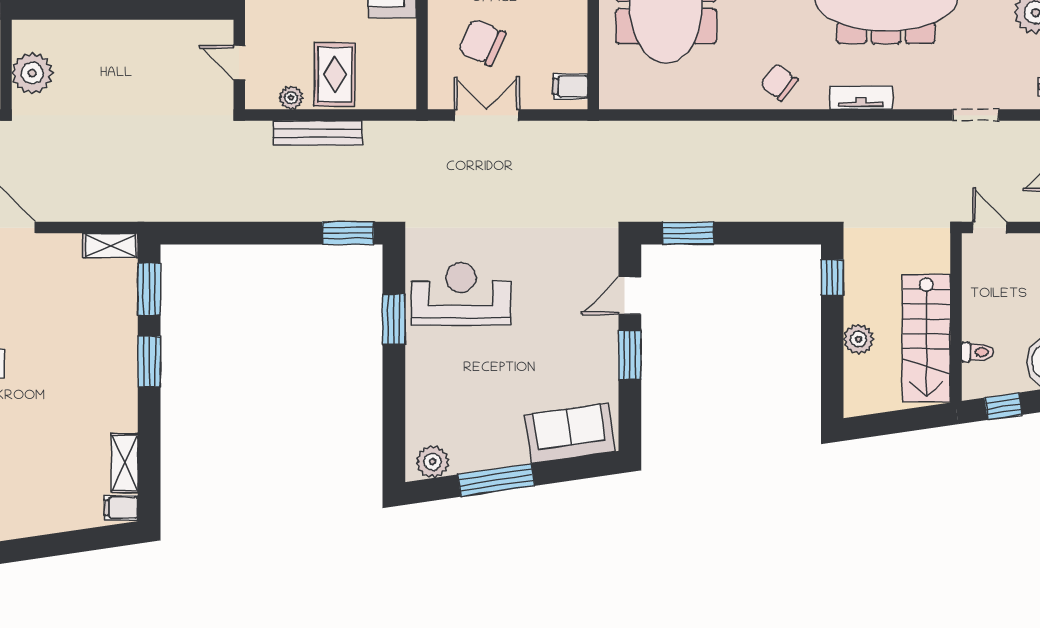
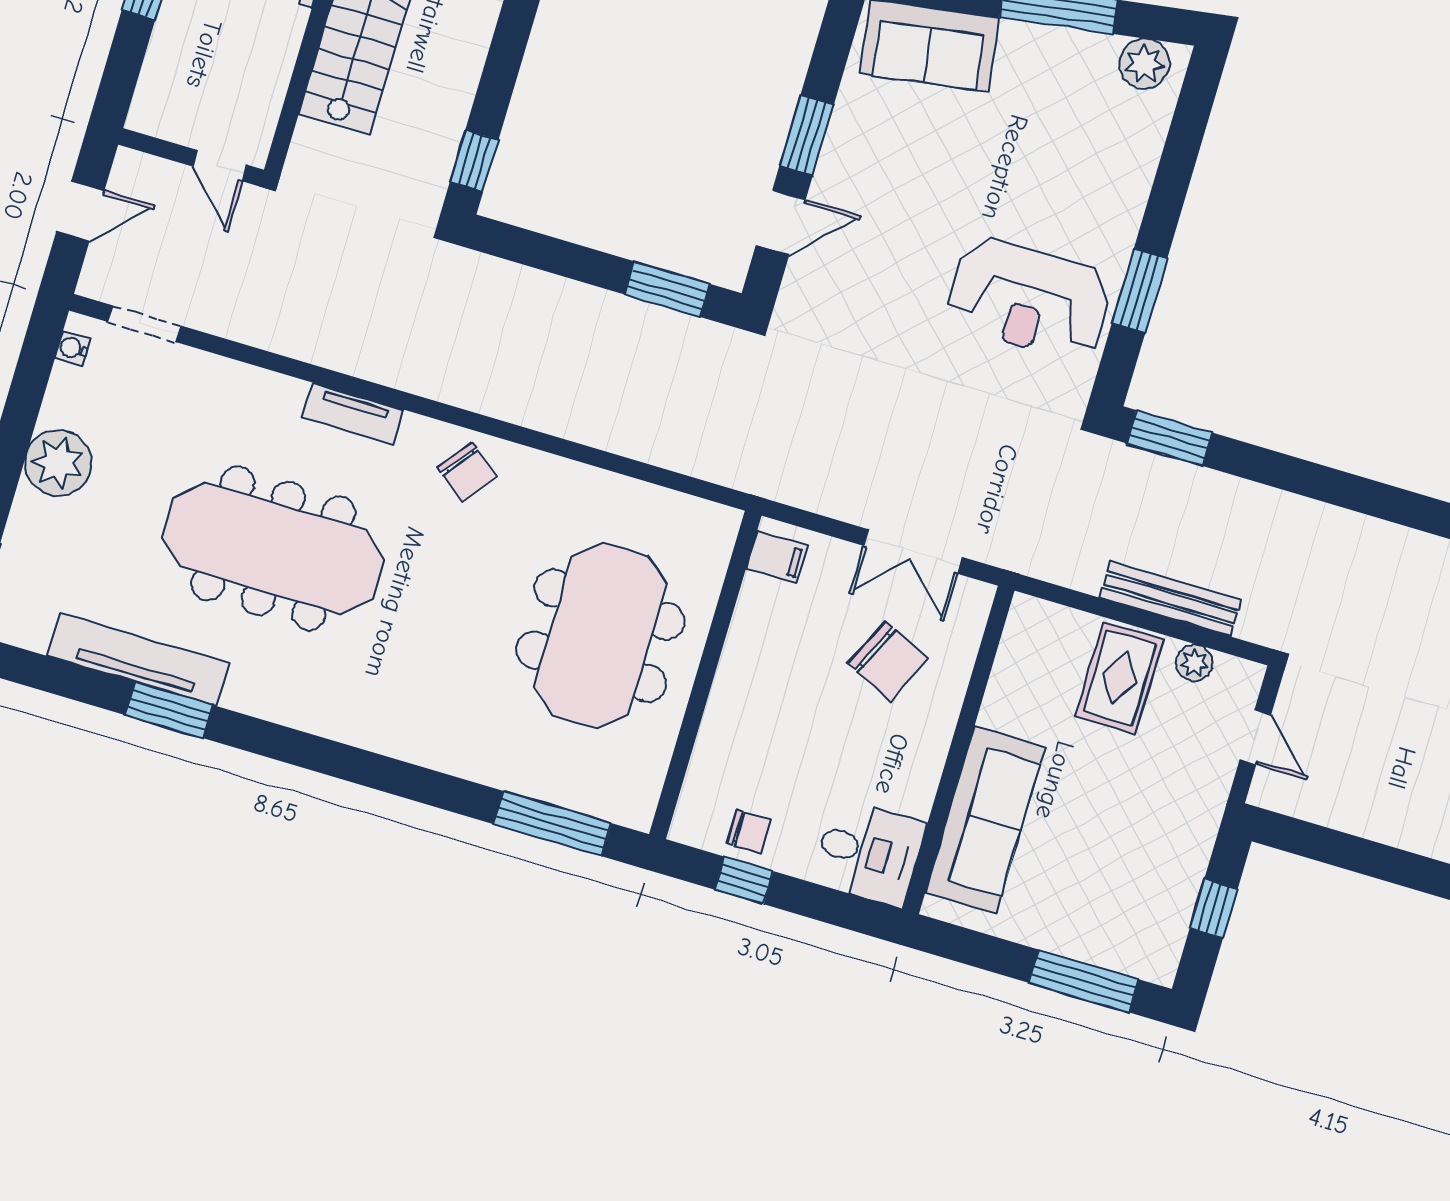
doorway: (976, 115) -> (144, 324), moved
plant: (859, 339) -> (462, 58), removed

